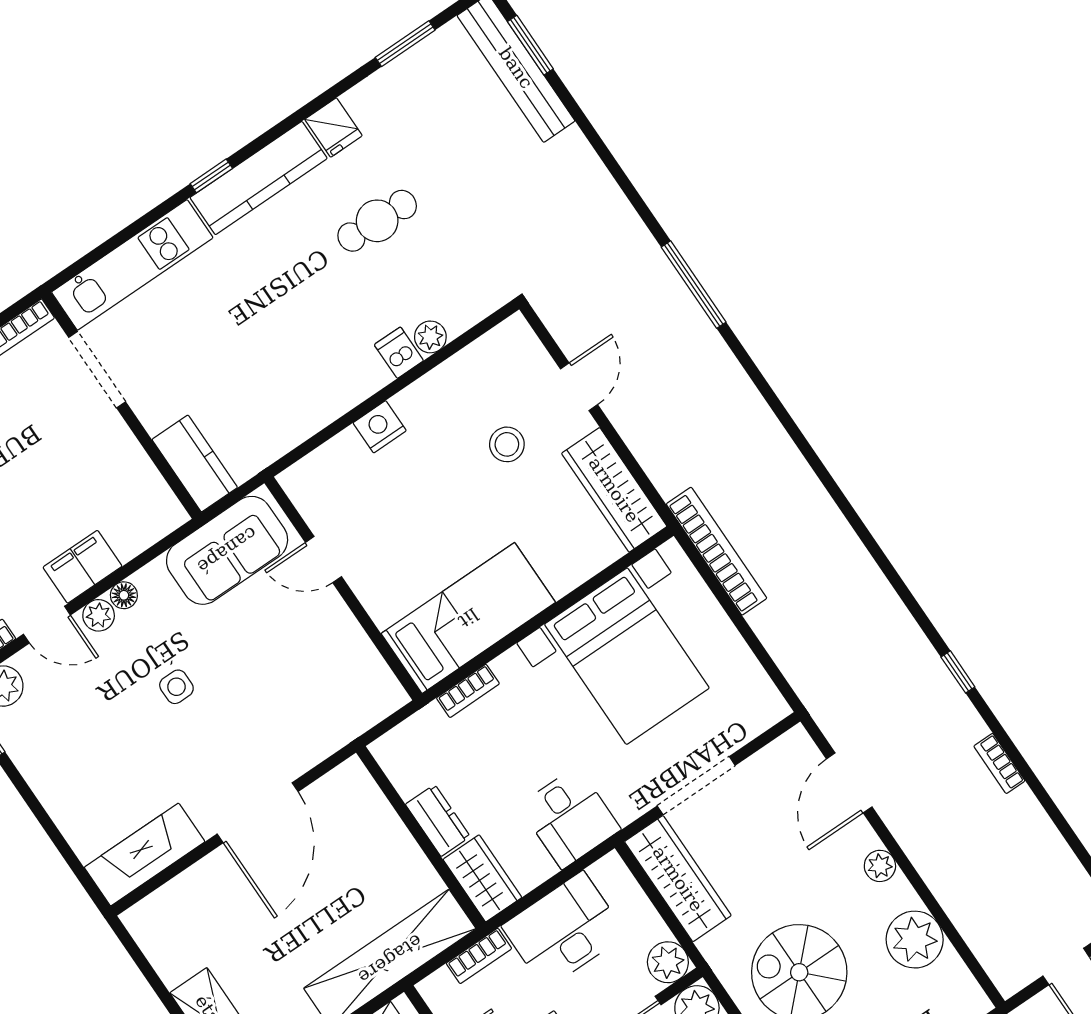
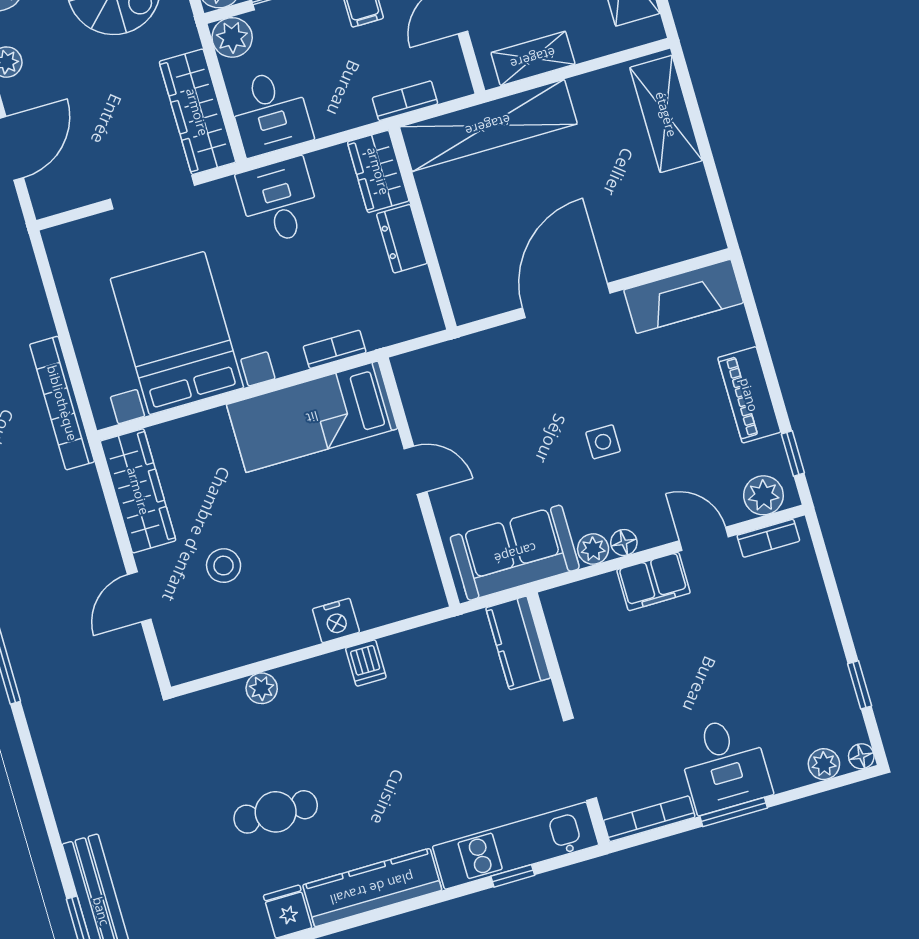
window: (211, 176) -> (513, 876), moved
dishwasher: (399, 353) -> (366, 663), moved
door: (323, 560) -> (415, 470), moved
plant: (99, 615) -> (593, 549), moved
piano: (49, 780) -> (749, 395), added
desk: (564, 930) -> (270, 113), moved, width x0.73

